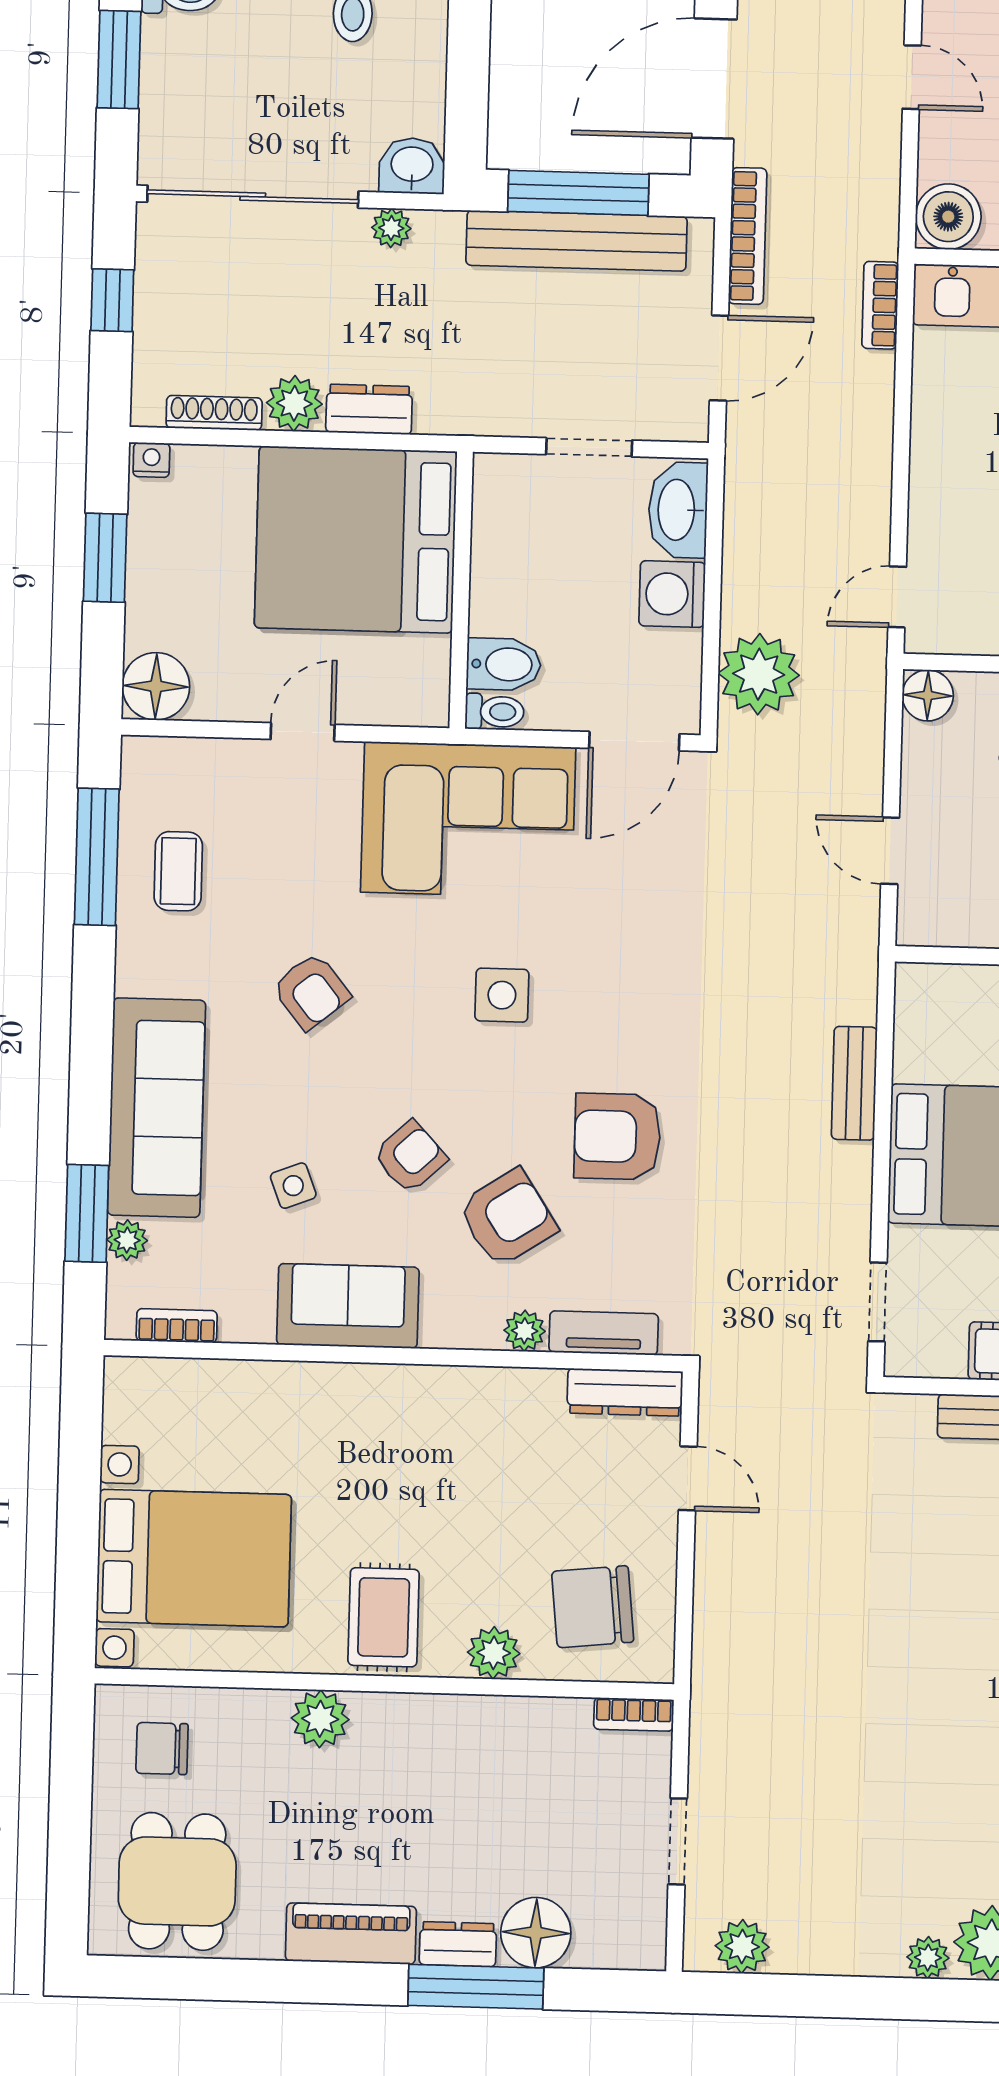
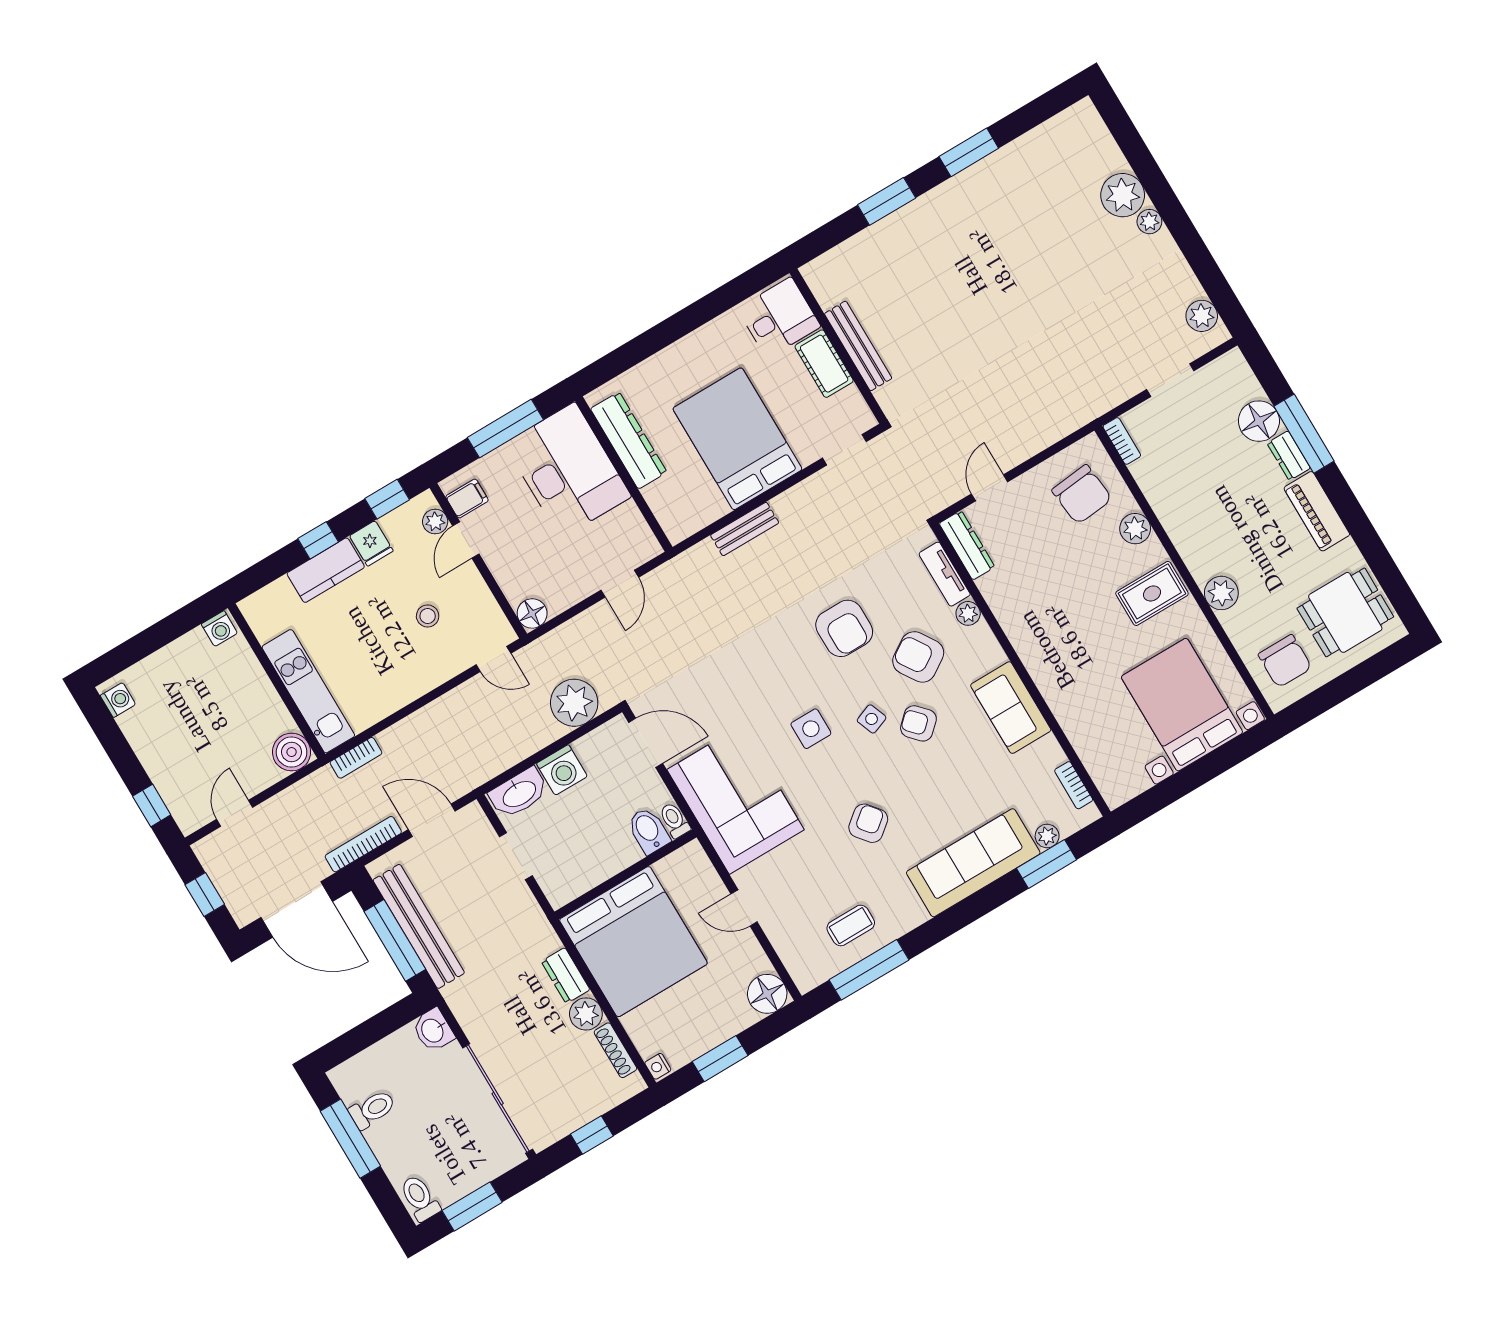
plant: (391, 228) -> (470, 1021), removed
side table: (293, 1186) -> (872, 719), moved
chair: (162, 1749) -> (1285, 661), width x1.37, depth x1.37

